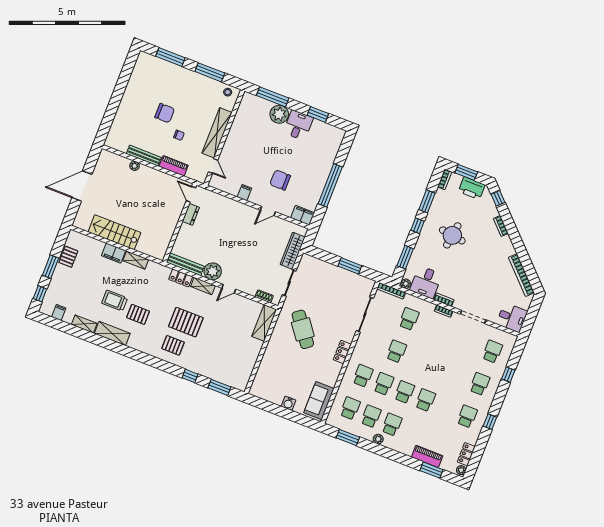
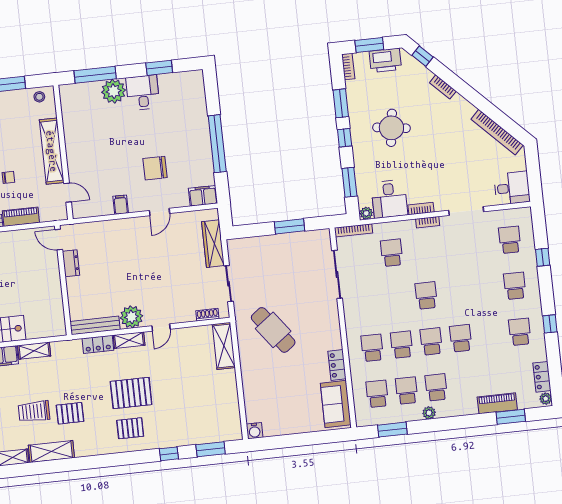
school desk: (396, 351) -> (426, 295), moved
locker: (342, 352) -> (337, 365), moved
water cooler: (288, 403) -> (255, 431), moved

